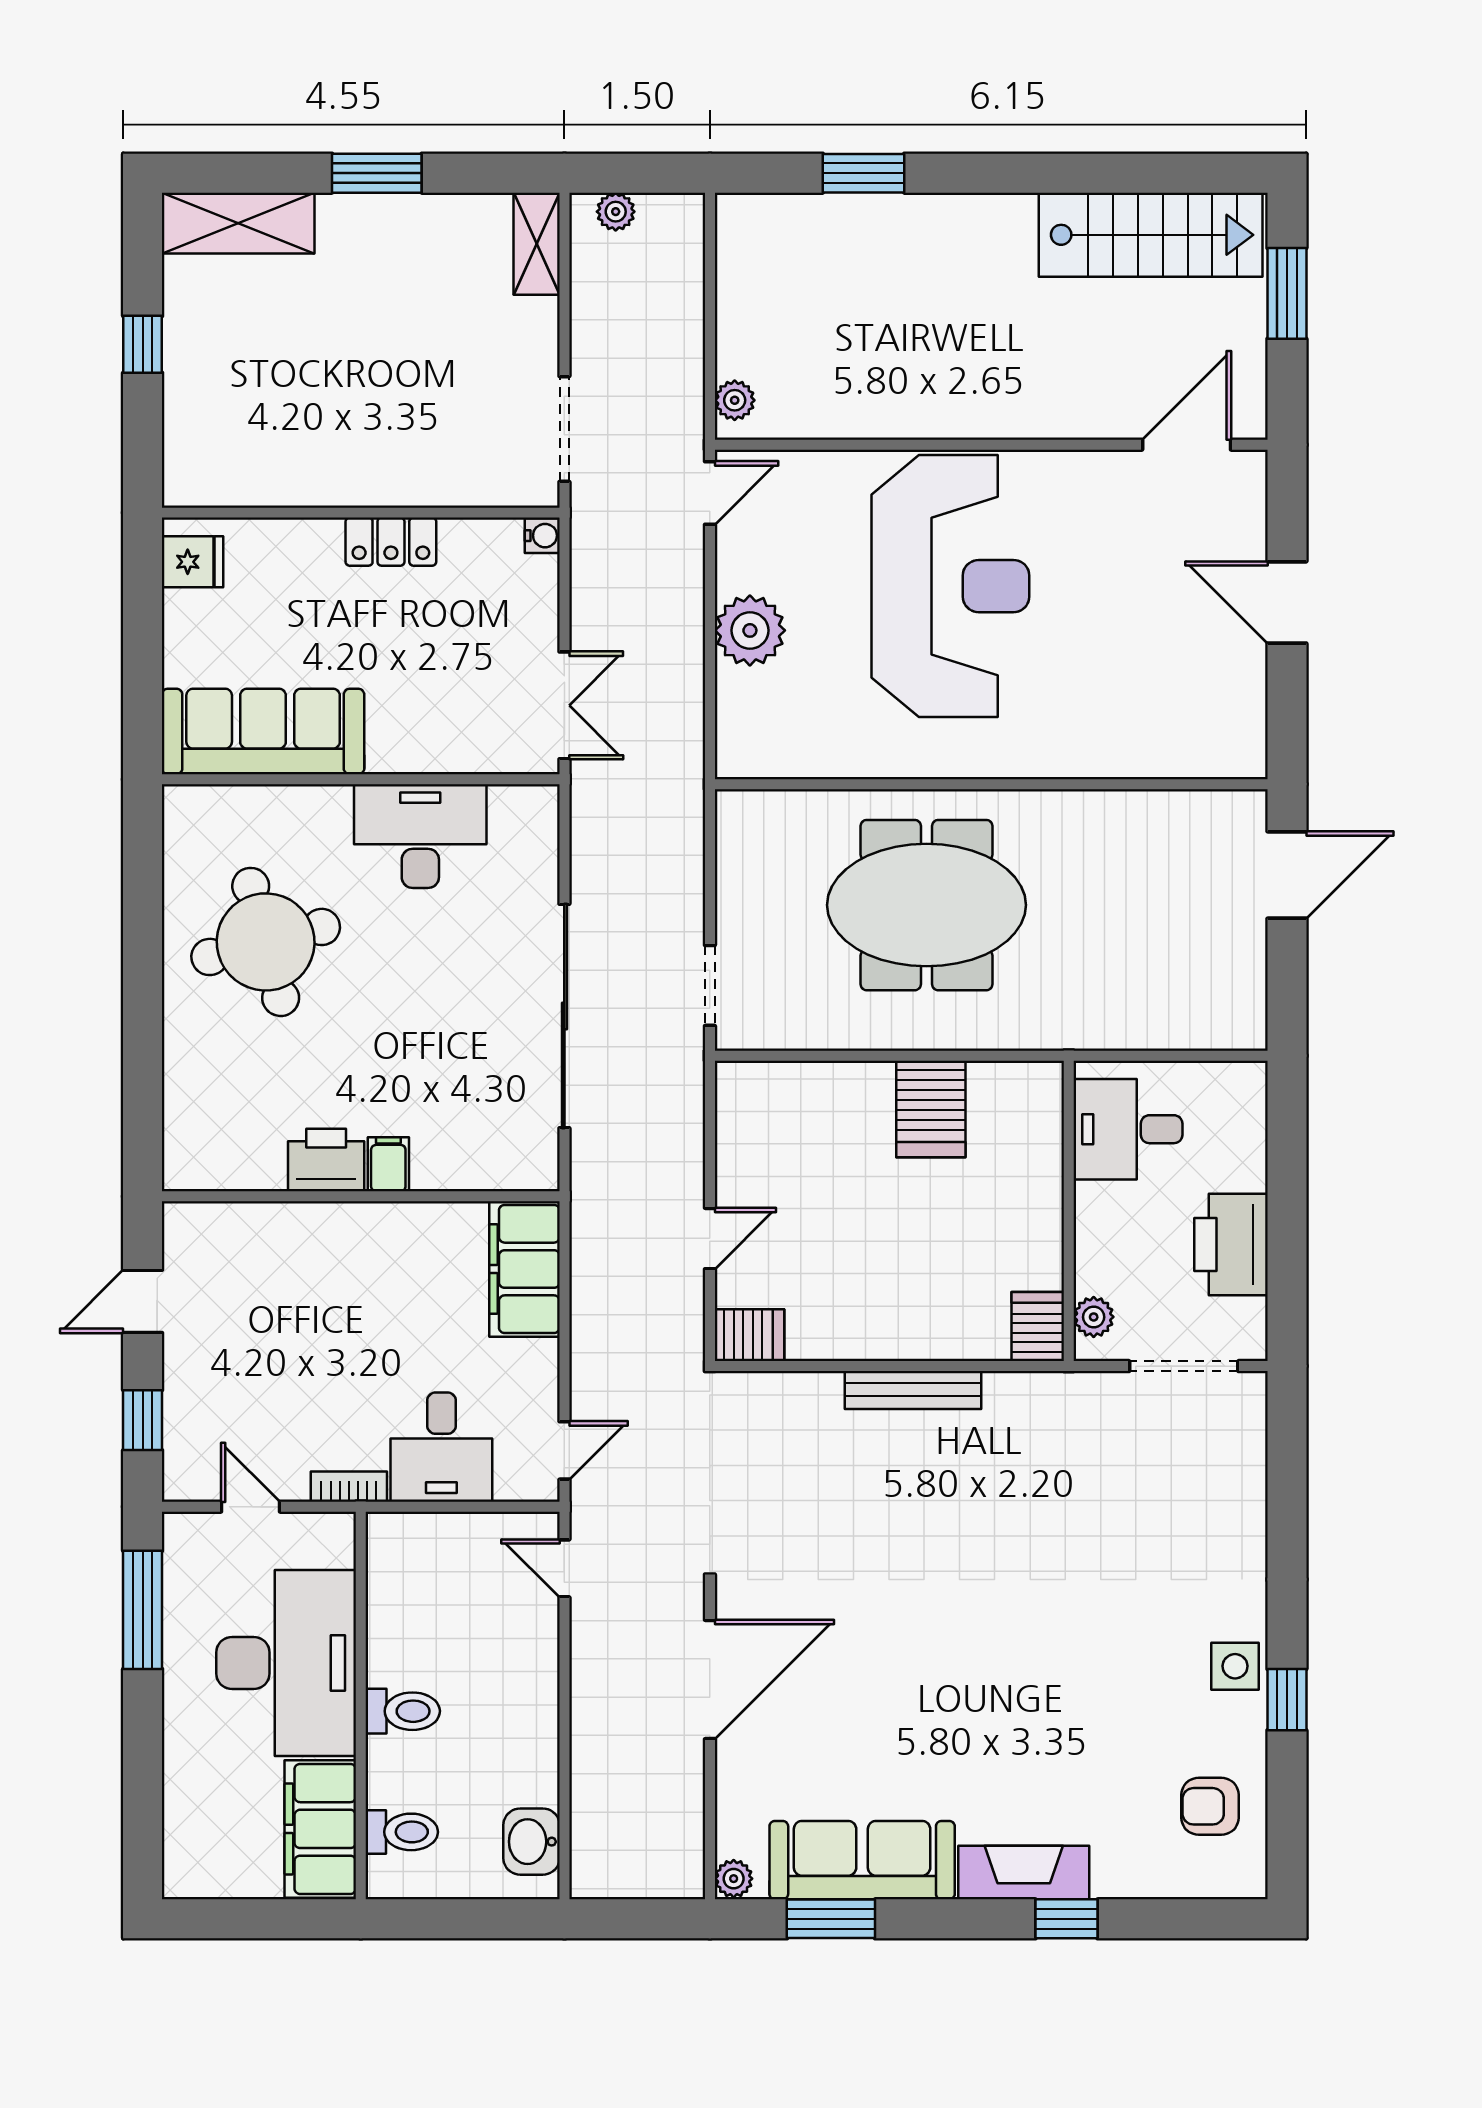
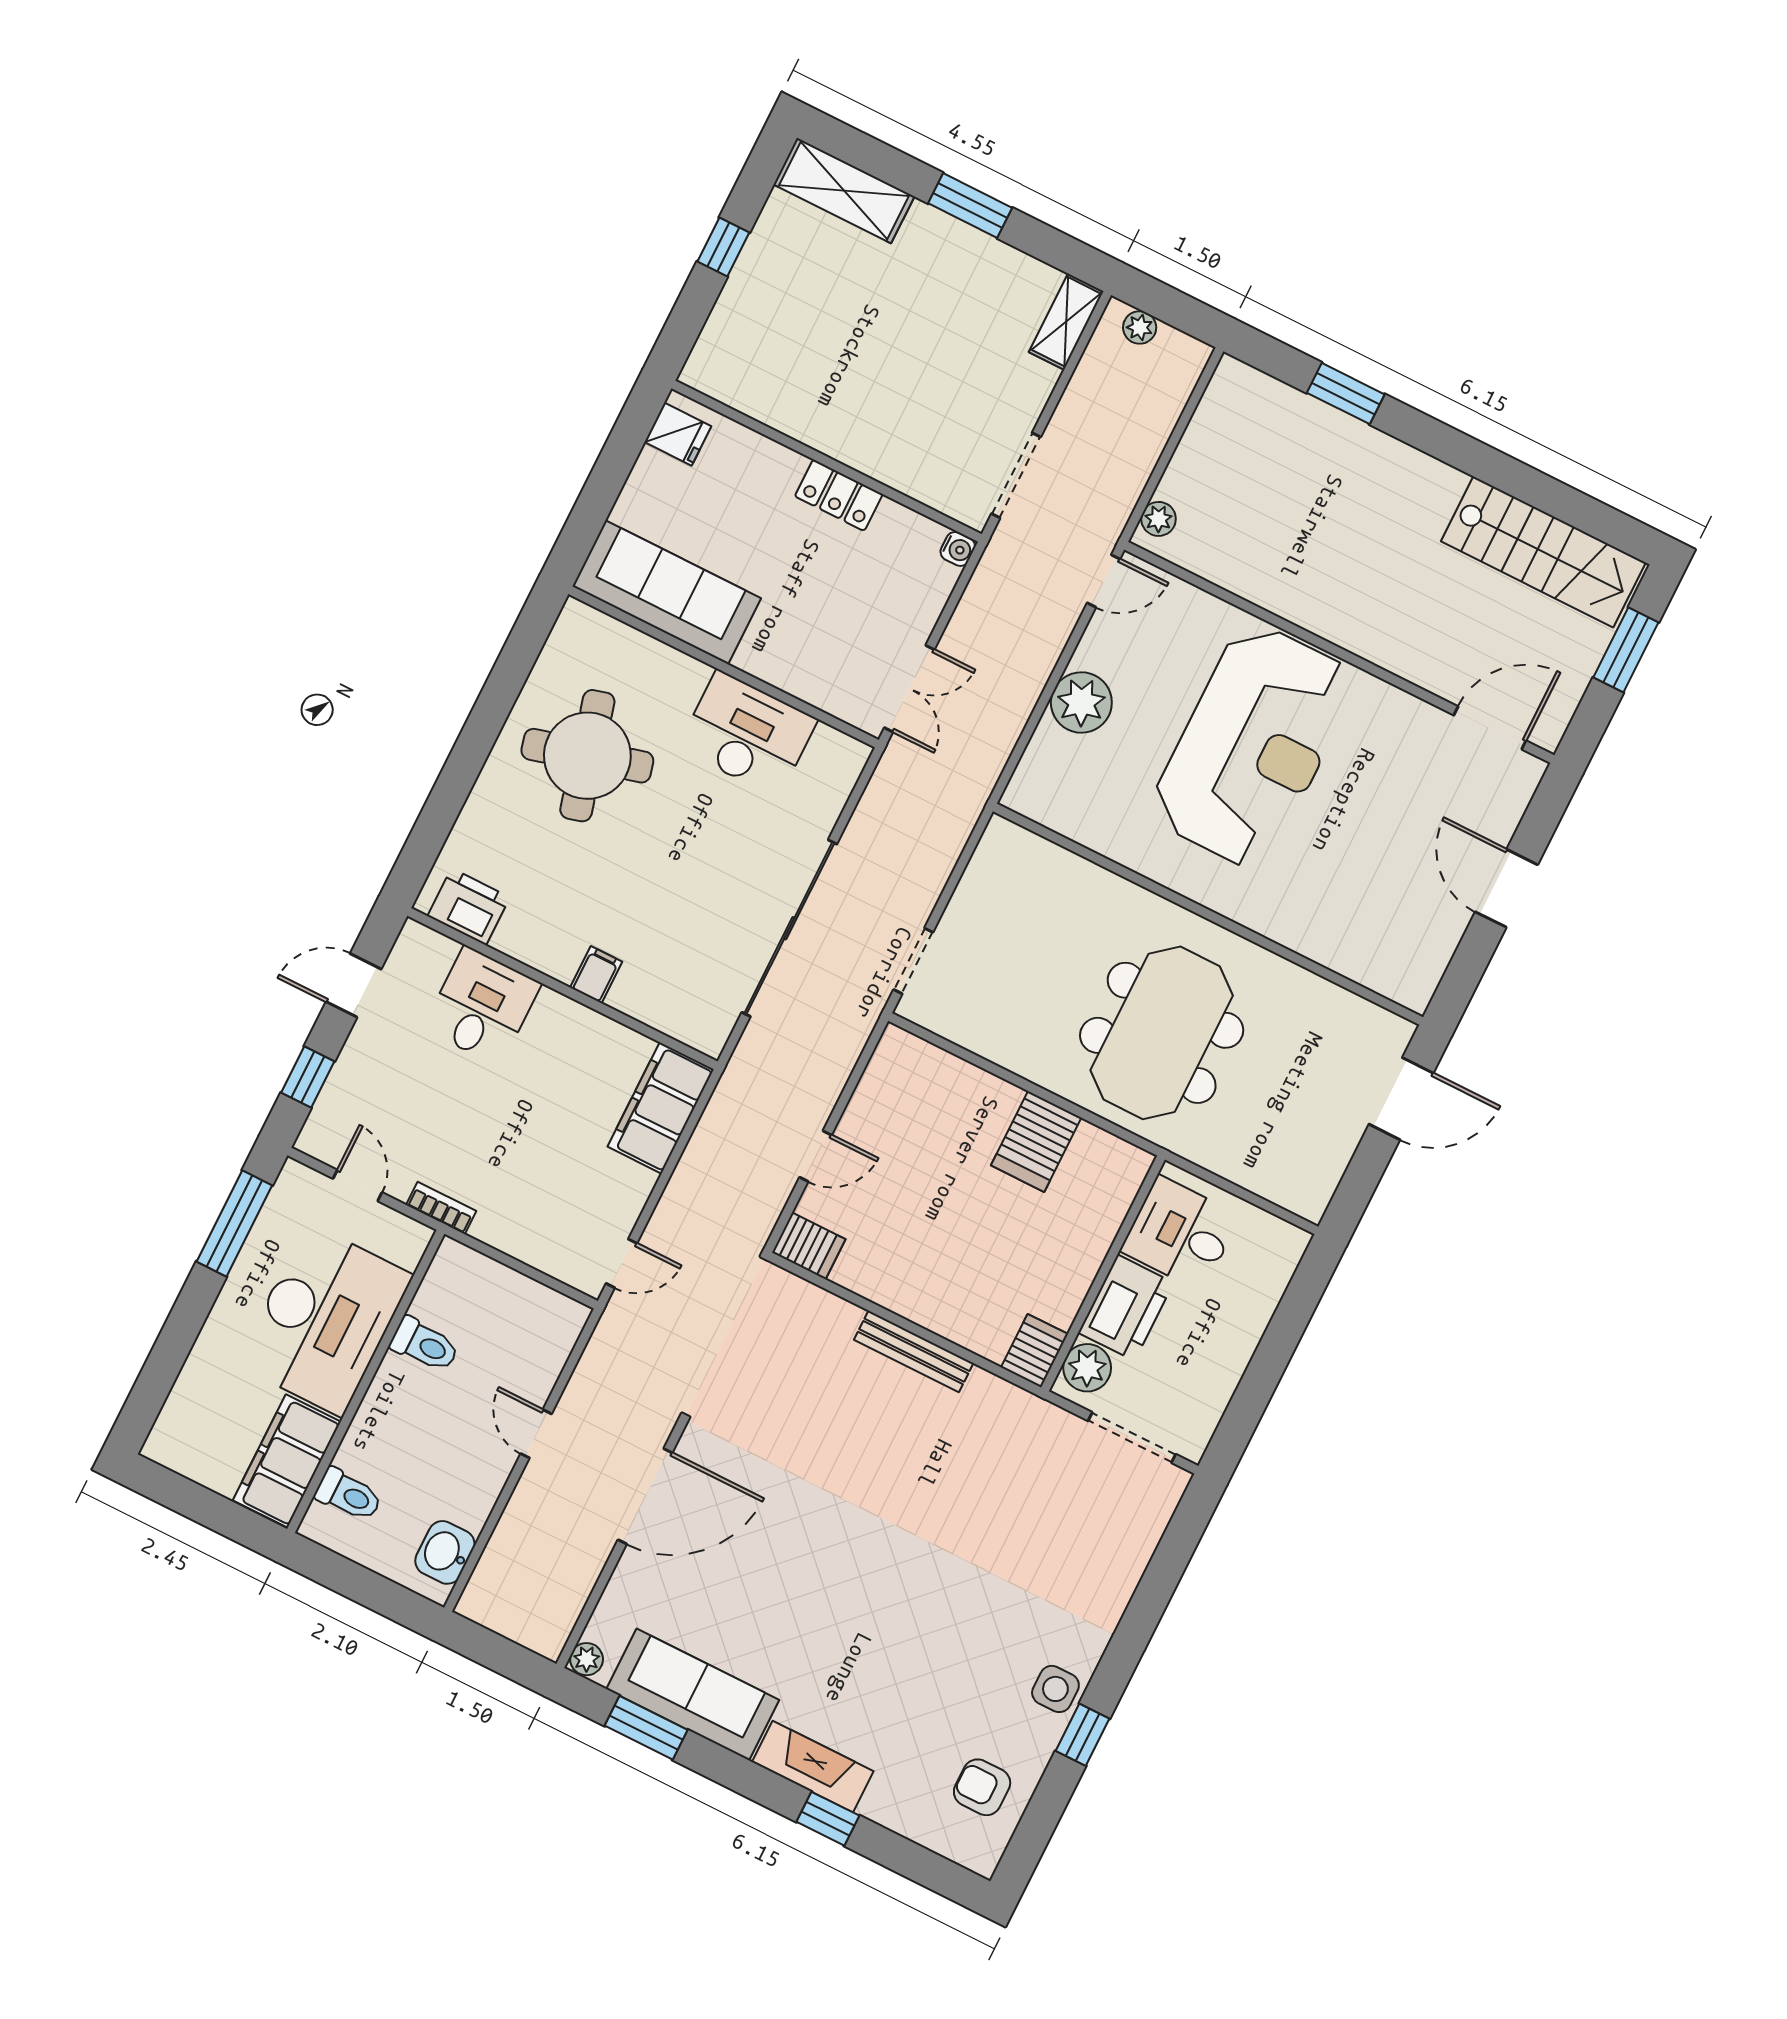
meeting table: (926, 905) -> (1162, 1033), moved, turned 90
printer: (326, 1160) -> (469, 907), moved
printer: (1231, 1245) -> (1126, 1308), moved, turned 180
plant: (1094, 1317) -> (1087, 1368), width x1.38, depth x1.38
desk: (441, 1447) -> (482, 1006), moved, turned 180
door: (564, 1568) -> (536, 1434), moved
toilet: (403, 1711) -> (425, 1345), moved

